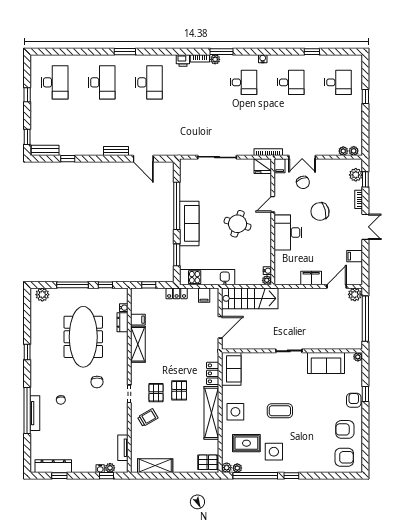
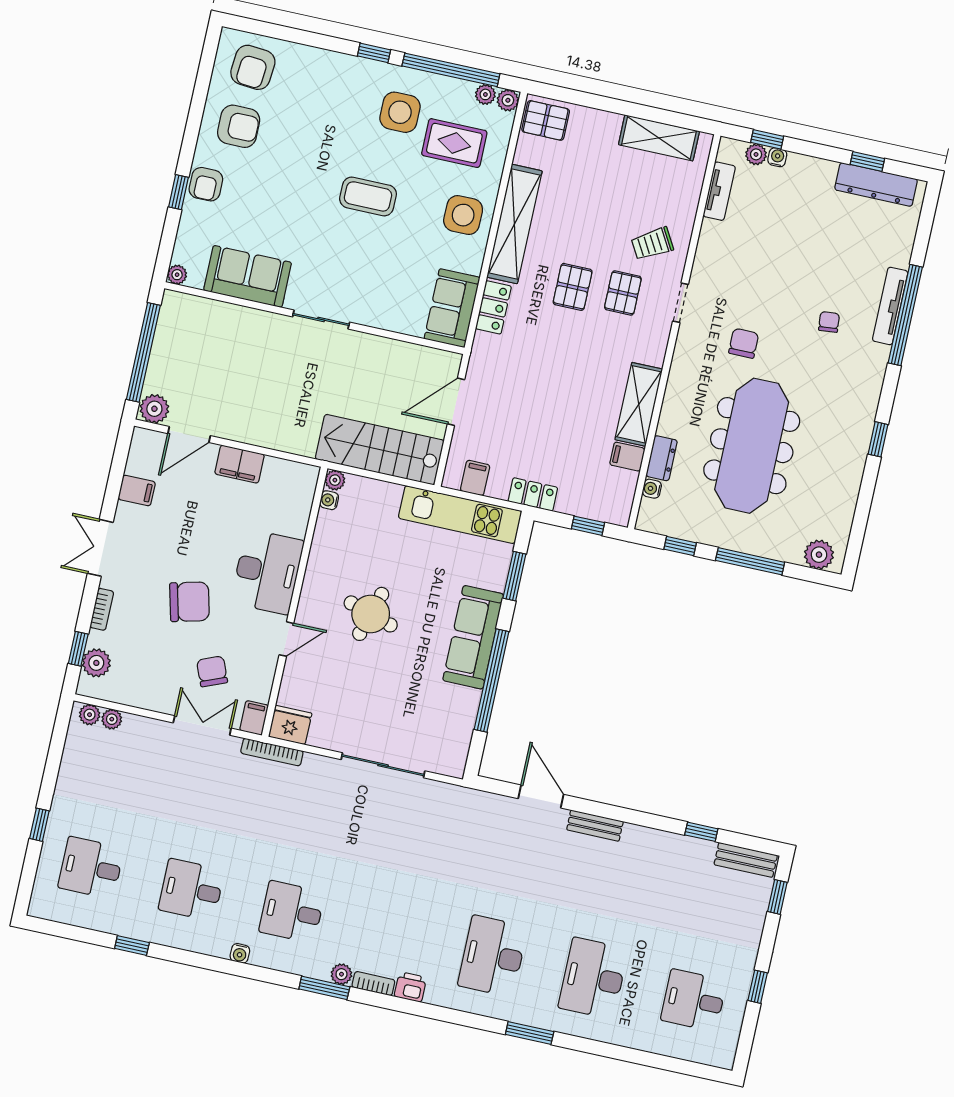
desk: (55, 82) -> (694, 1000), width x0.73
armchair: (344, 457) -> (253, 67), turned -85

